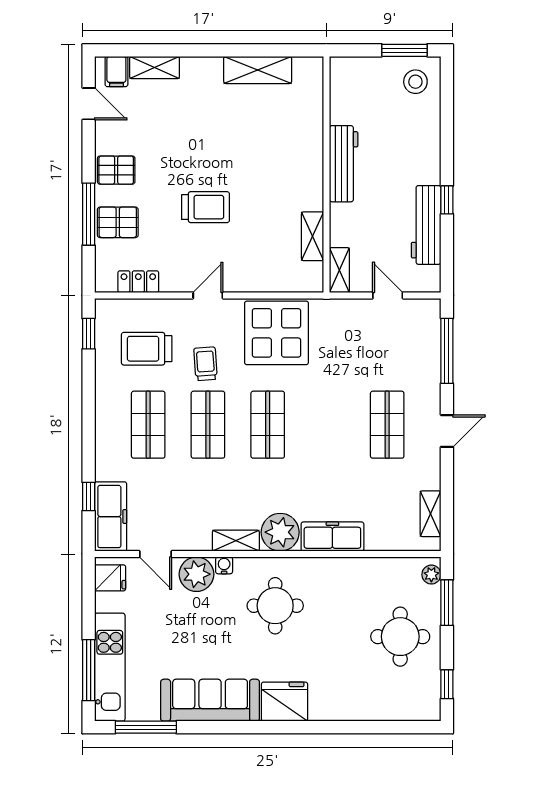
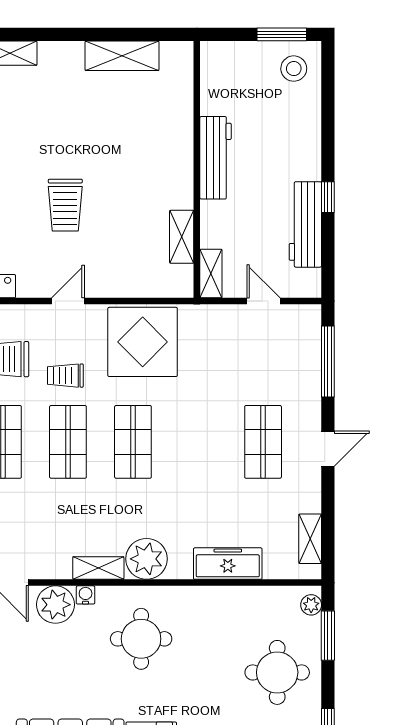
trolley: (206, 207) -> (65, 205), turned 90
trolley: (206, 364) -> (65, 376), turned -86
freezer: (332, 537) -> (228, 564), moved

